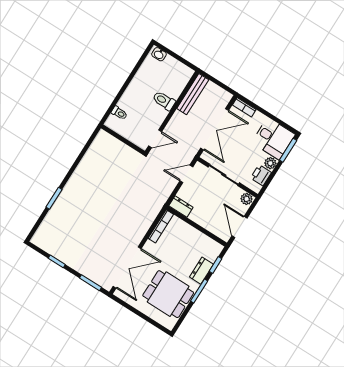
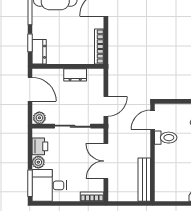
toilet: (164, 101) -> (166, 138), moved
double door: (215, 129) -> (106, 161), width x0.73
dresser: (181, 207) -> (75, 75), moved
dresser: (201, 271) -> (39, 52), moved

